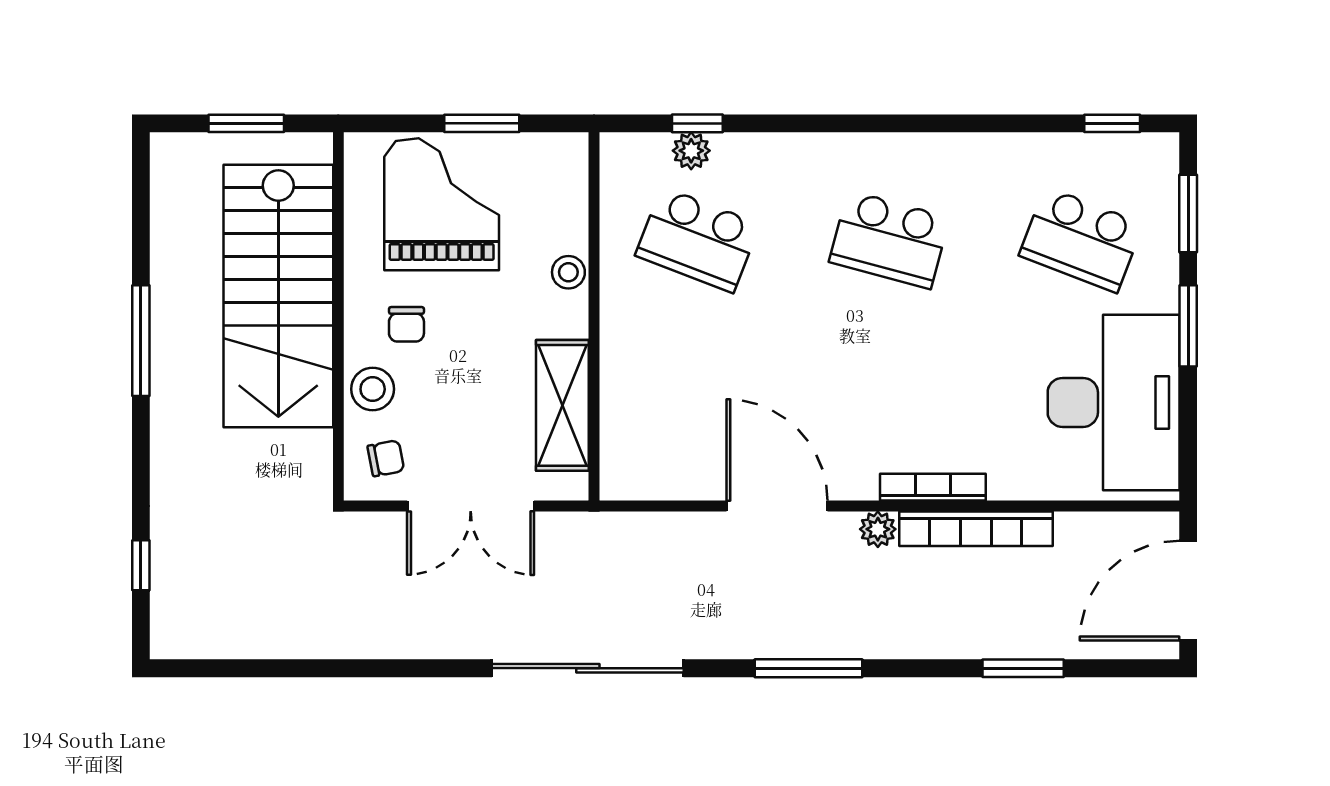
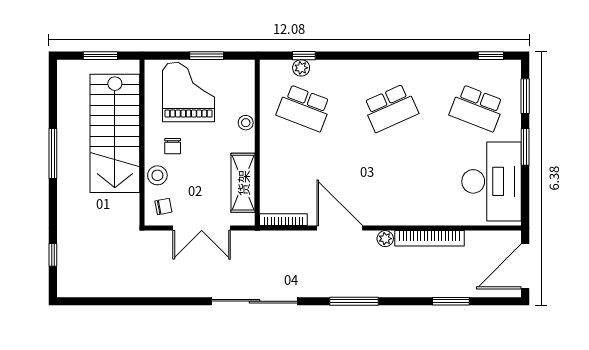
school desk: (889, 240) -> (390, 108), turned -39
bookcase: (933, 487) -> (283, 220), moved

